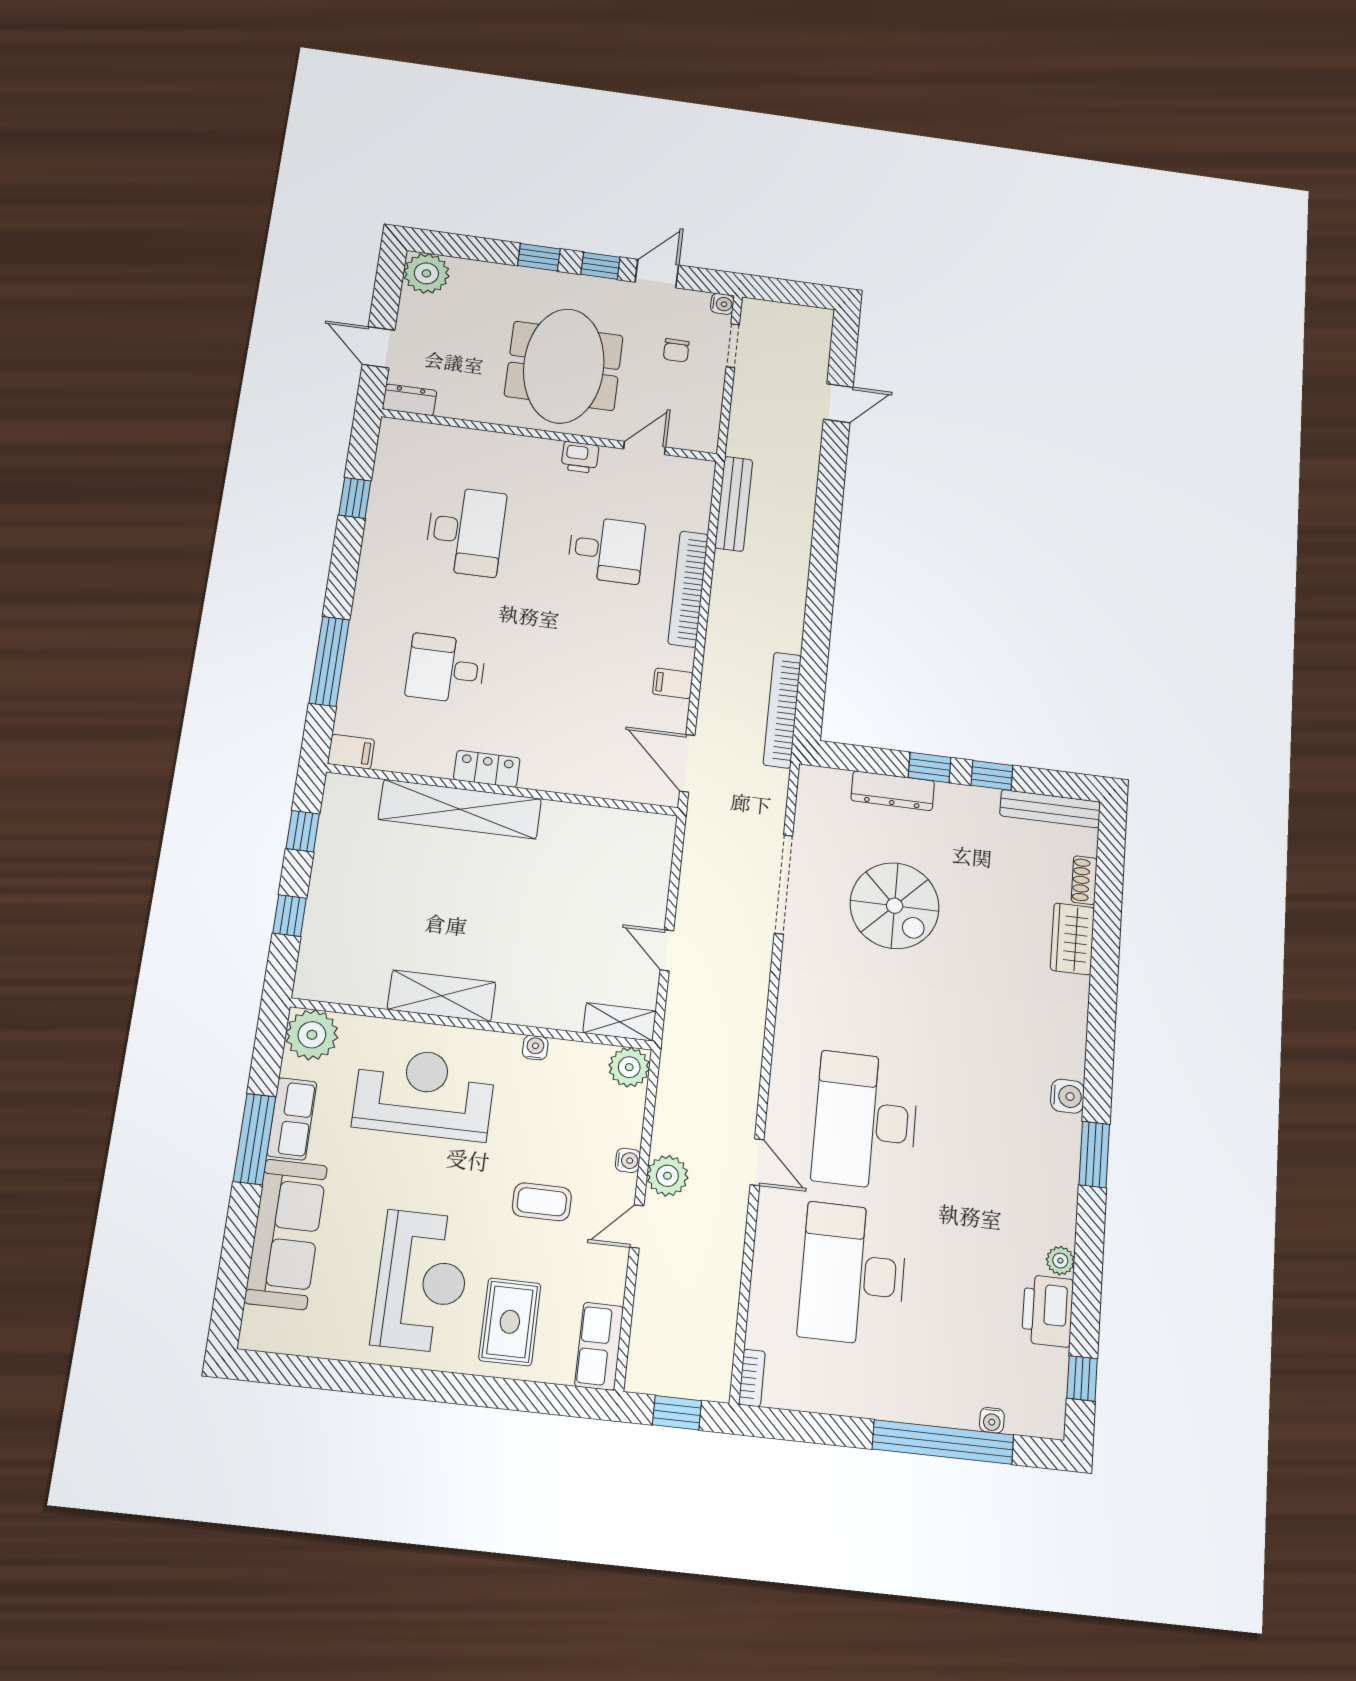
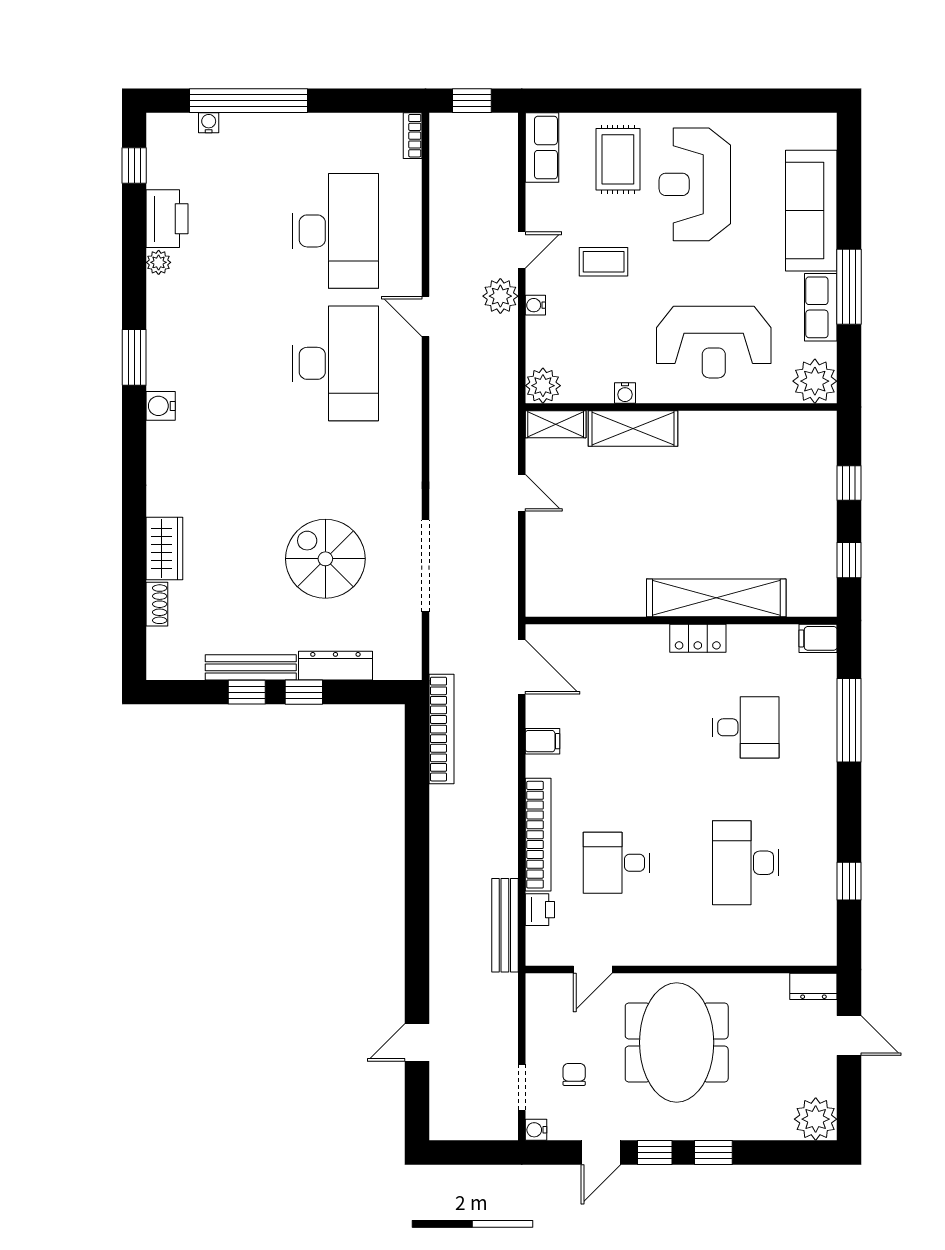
printer: (580, 457) -> (540, 910), moved, turned 90
bench: (1050, 809) -> (251, 667), moved
shelving: (442, 996) -> (633, 428), moved

